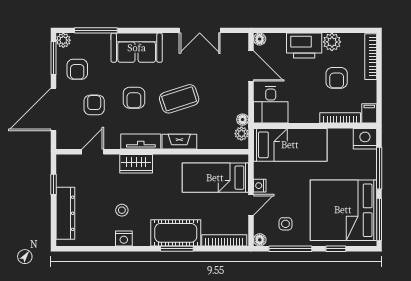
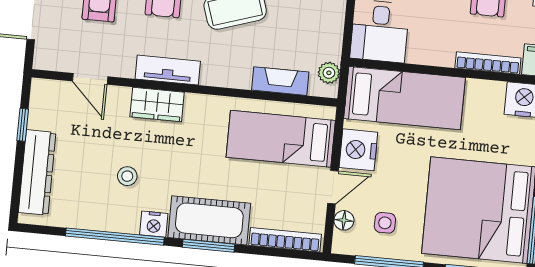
floor lamp: (243, 120) -> (333, 51), removed
fireplace: (179, 142) -> (280, 81), moved
door: (93, 152) -> (90, 79), swing flipped
nightstand: (260, 186) -> (358, 150), width x1.89, depth x1.79
nightstand: (124, 238) -> (154, 224), moved
floor lamp: (260, 240) -> (344, 220), moved
window: (118, 249) -> (115, 237), added

